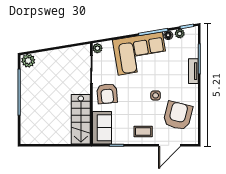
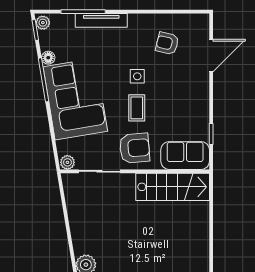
plant: (180, 34) -> (43, 23), moved
tv unit: (193, 71) -> (101, 20), width x1.41
armchair: (178, 116) -> (167, 43), width x0.53, depth x0.53
coffee table: (143, 131) -> (137, 108), moved
door: (169, 145) -> (211, 56), hinge flipped

